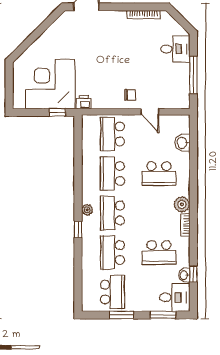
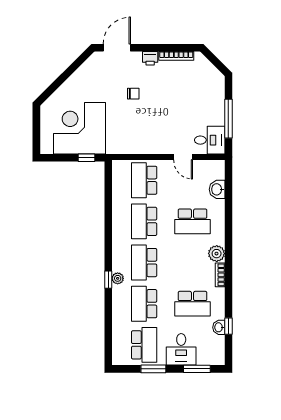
desk: (175, 49) -> (210, 140), moved
chair: (130, 95) -> (133, 94), moved
printer: (84, 102) -> (150, 58), moved, turned 180
plant: (87, 210) -> (118, 278), moved
desk: (175, 297) -> (181, 349), moved, turned 90

